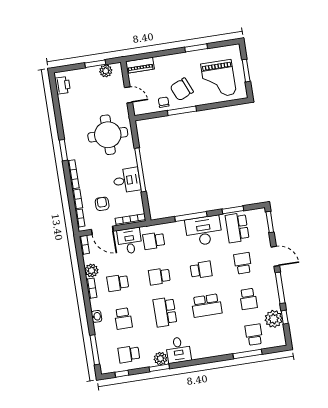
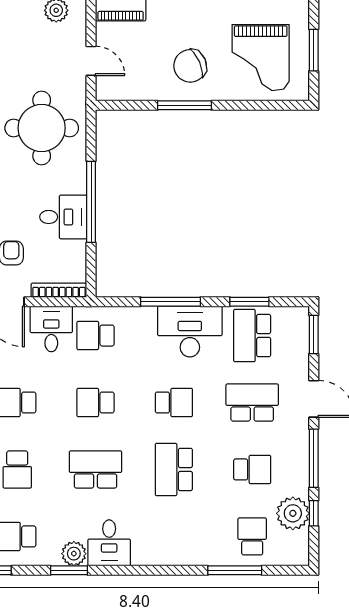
chair: (164, 102) -> (153, 84), removed
school desk: (243, 263) -> (252, 403), width x1.85
school desk: (248, 299) -> (252, 469), turned -90
school desk: (207, 305) -> (174, 469), turned 90
school desk: (165, 312) -> (96, 469), turned 90

